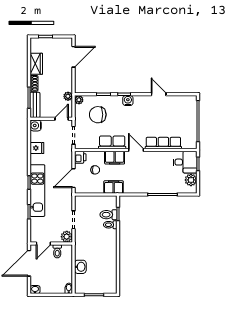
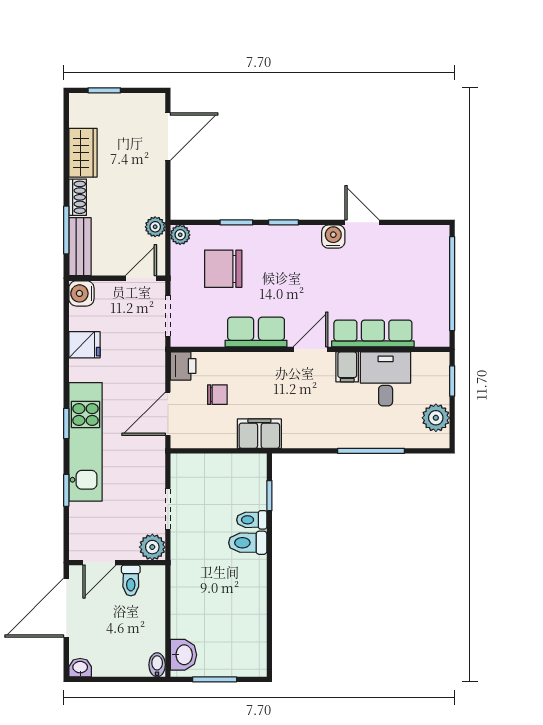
water cooler: (128, 101) -> (333, 237), moved
door: (136, 150) -> (311, 349), hinge flipped
filing cabinet: (115, 158) -> (347, 367), moved, width x0.50
desk: (185, 162) -> (386, 379), moved, turned -90
toilet: (108, 215) -> (248, 543), moved
washbasin: (80, 267) -> (183, 655), moved

